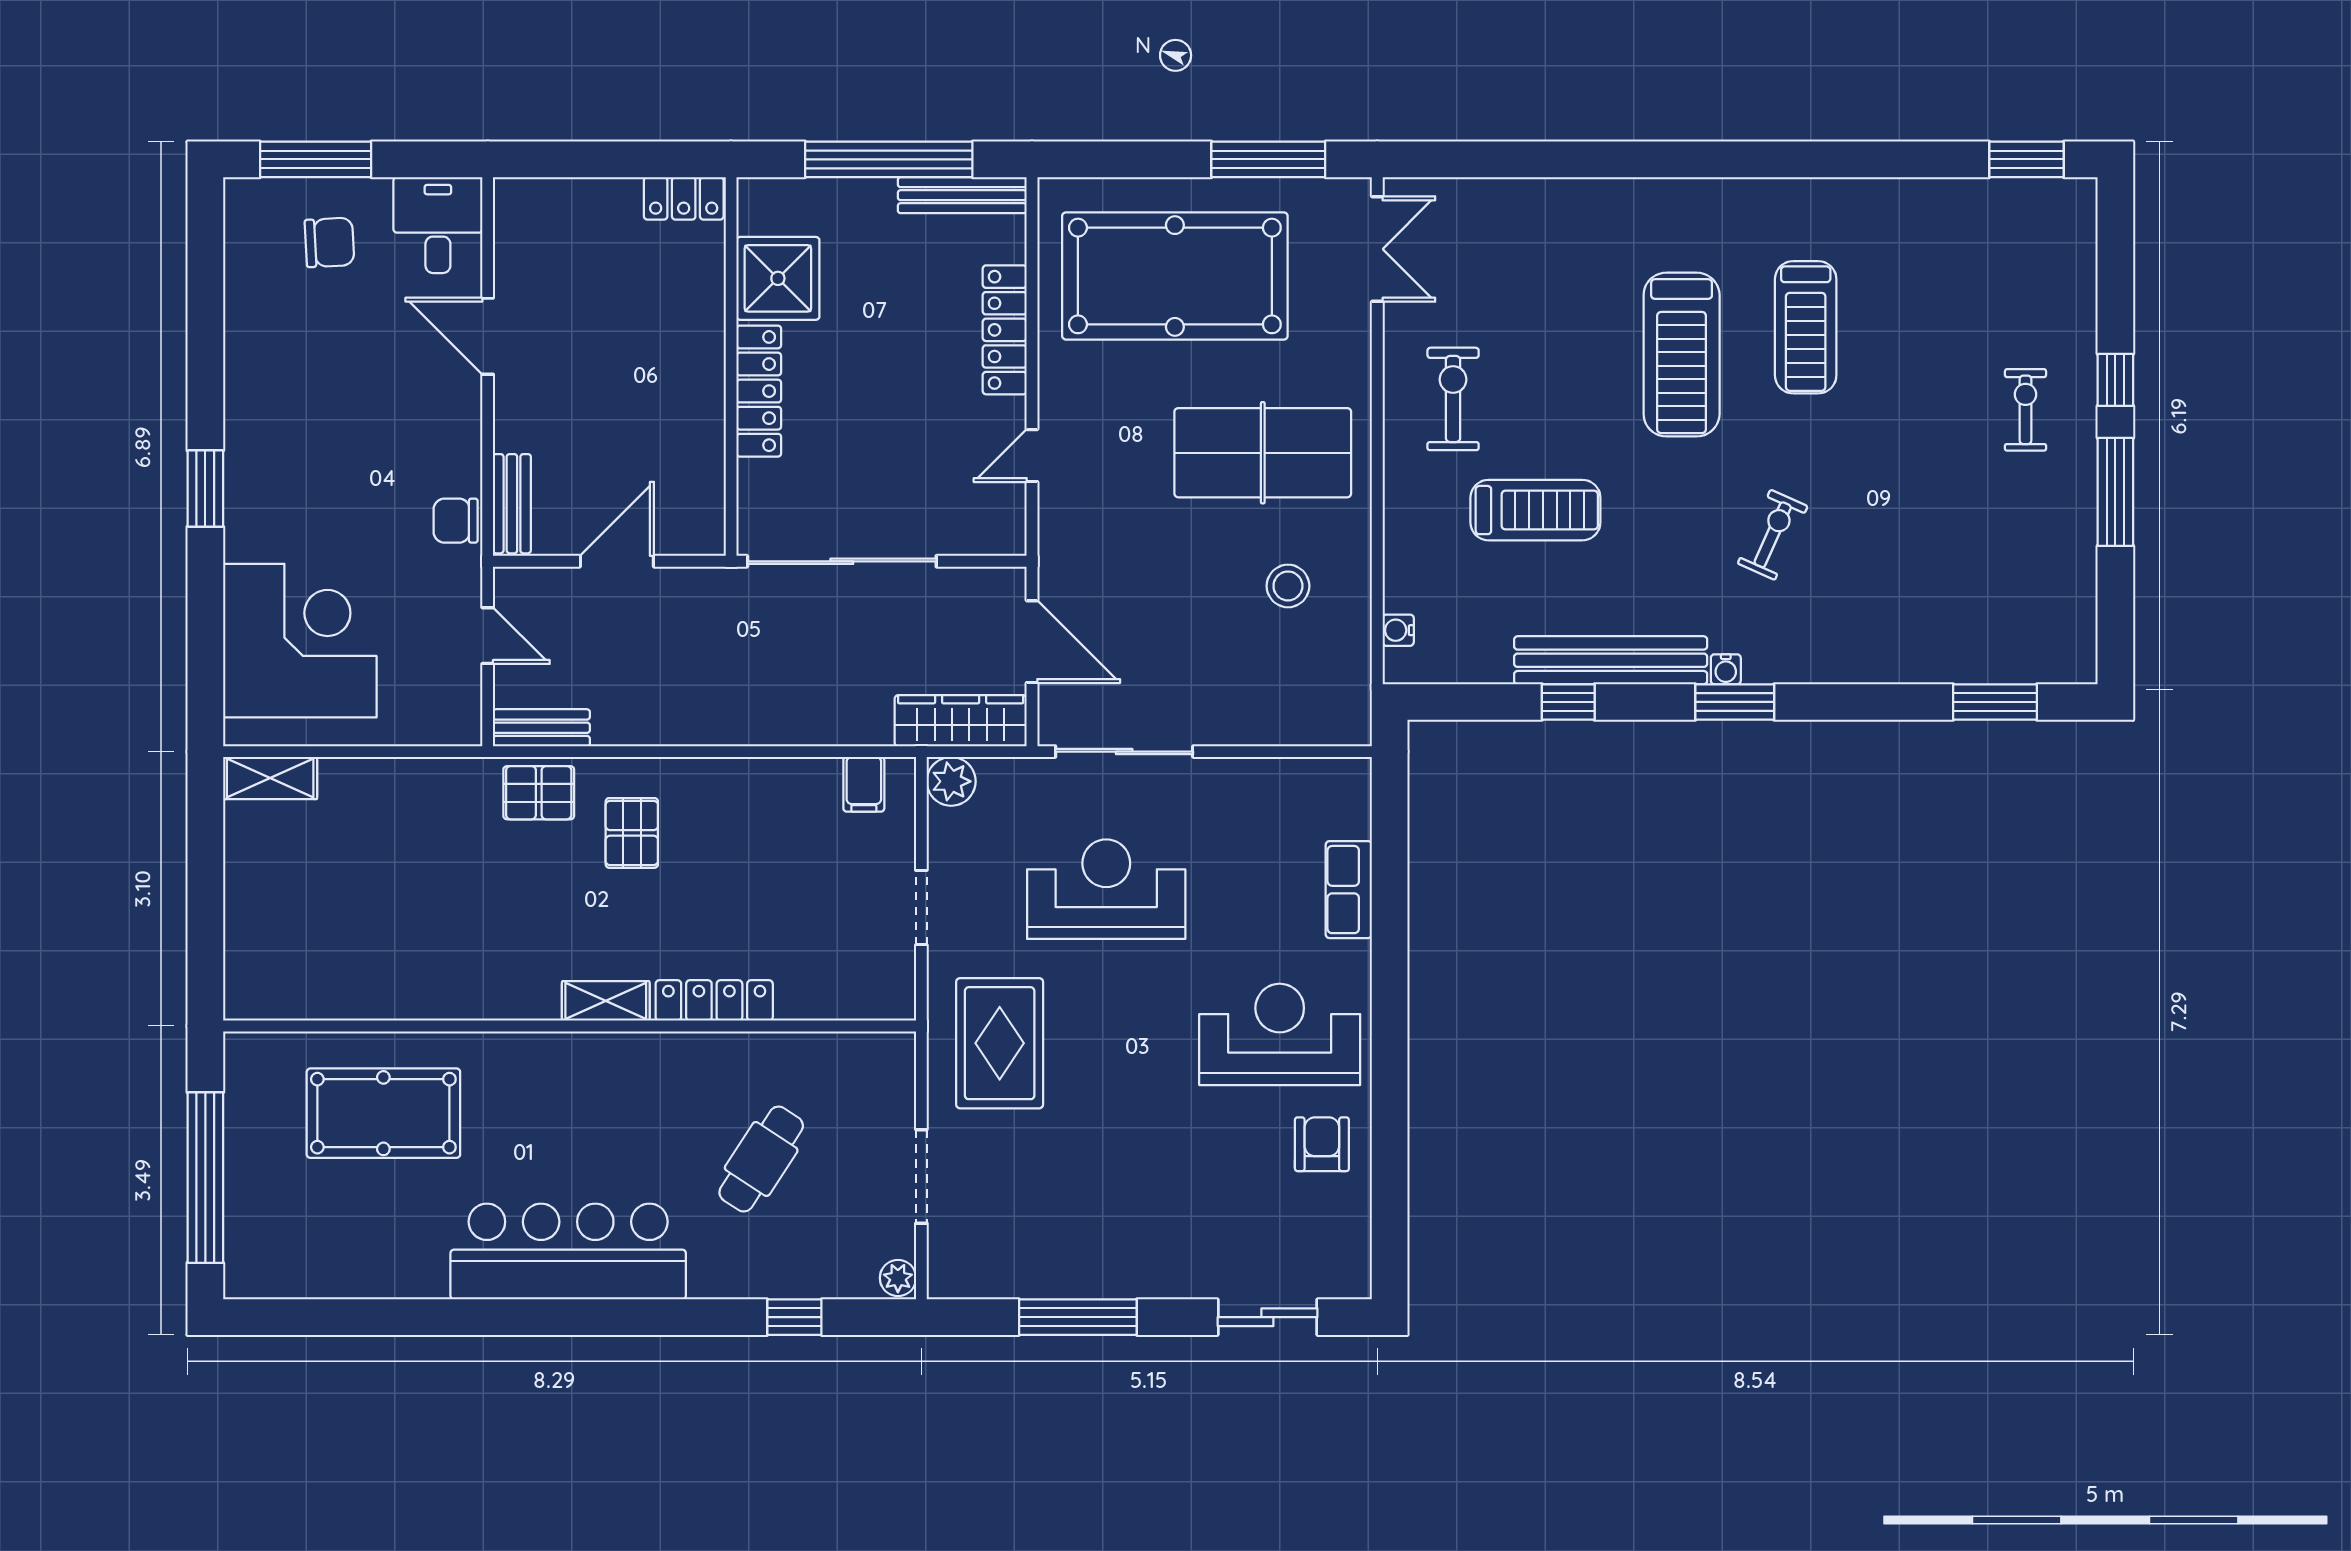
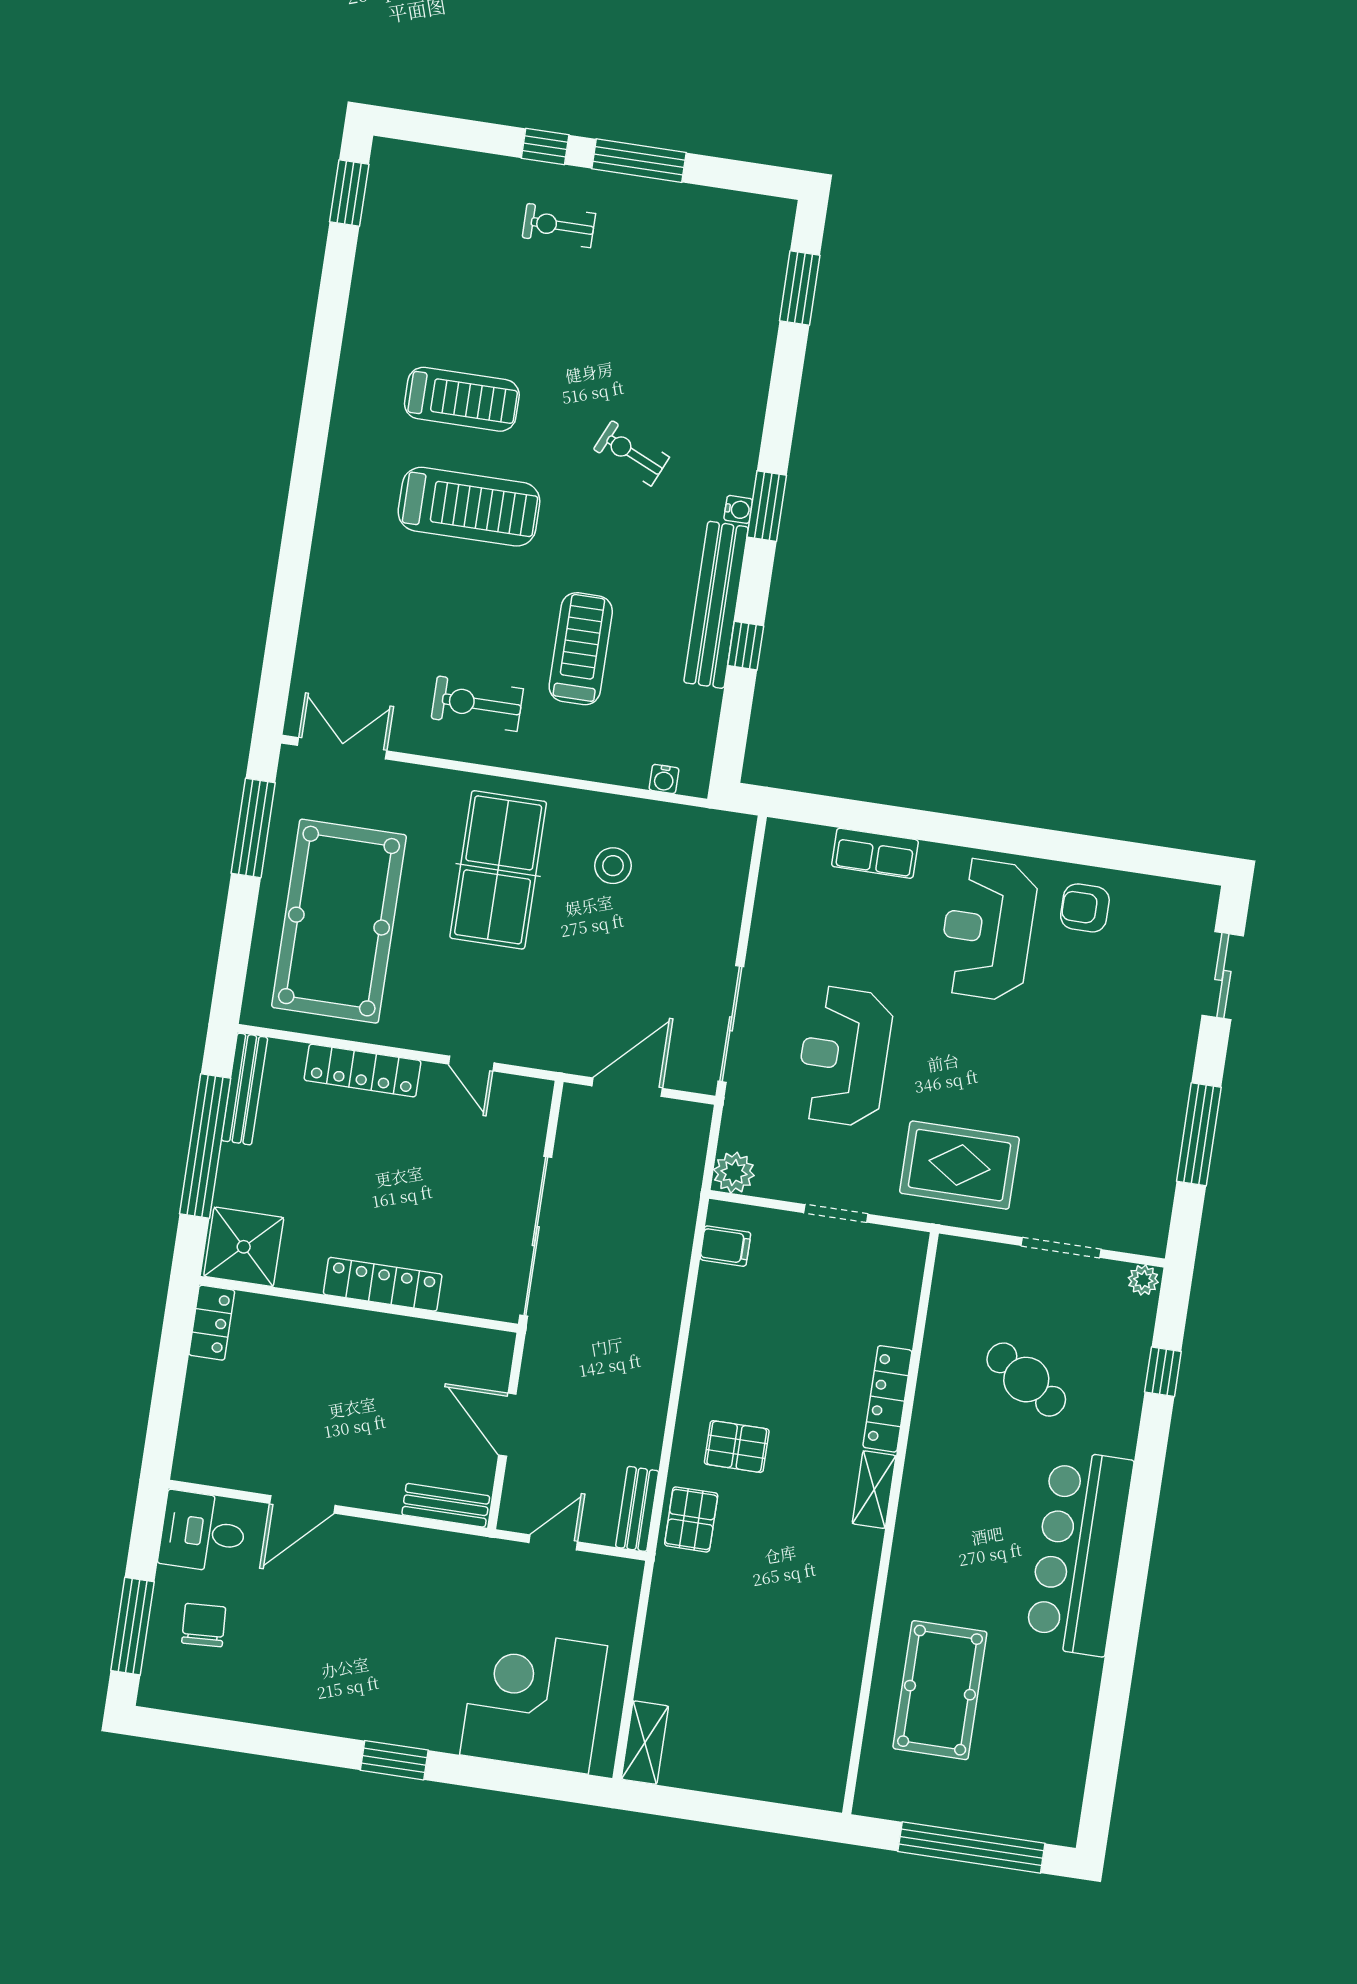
shower: (778, 278) -> (244, 1247), moved
chair: (456, 521) -> (453, 1555), removed
wardrobe: (961, 721) -> (684, 1157), removed

